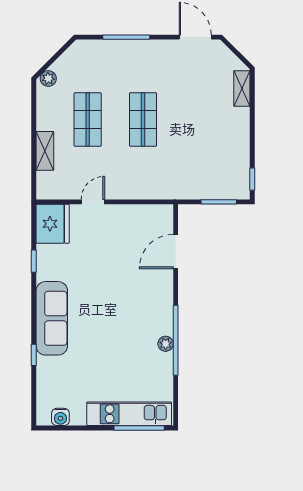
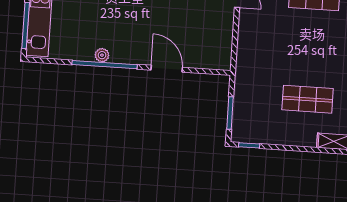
shop shelf: (143, 119) -> (308, 99), moved
door: (176, 251) -> (167, 69), moved

